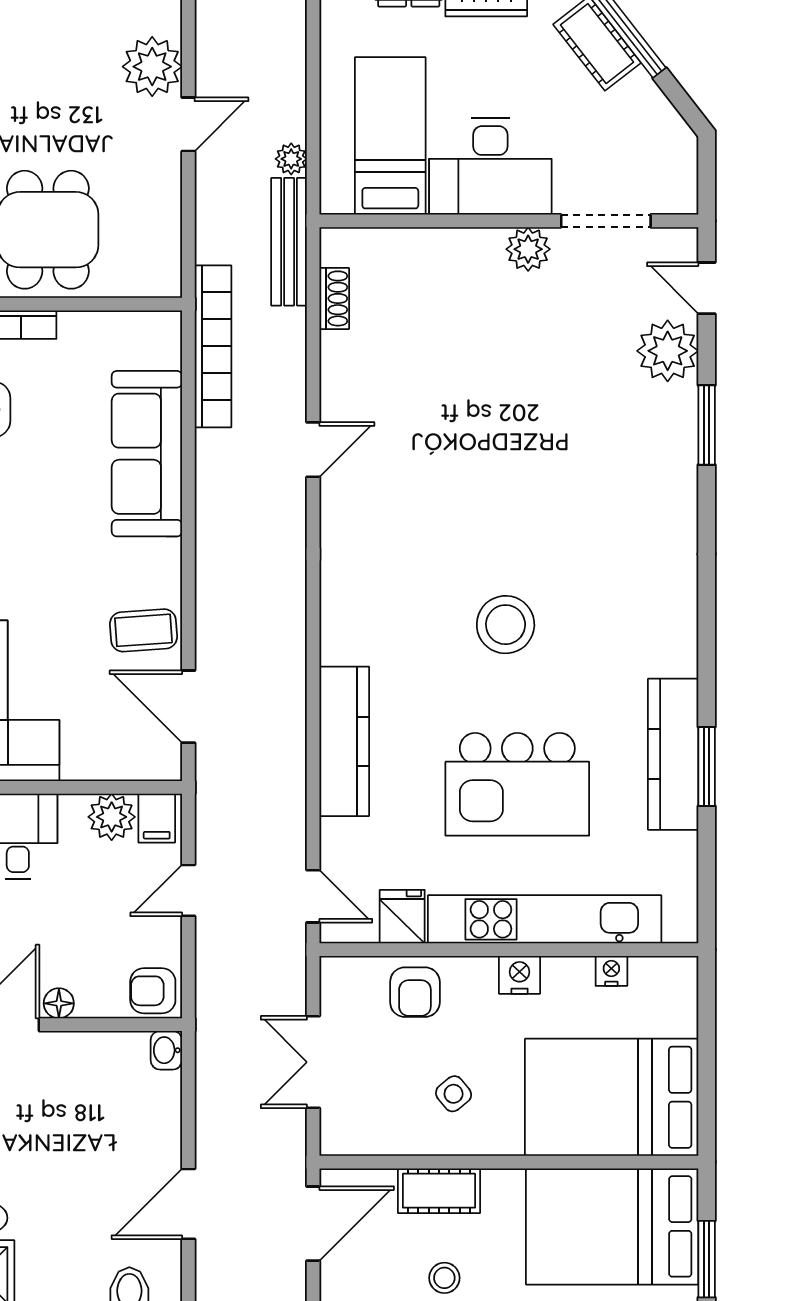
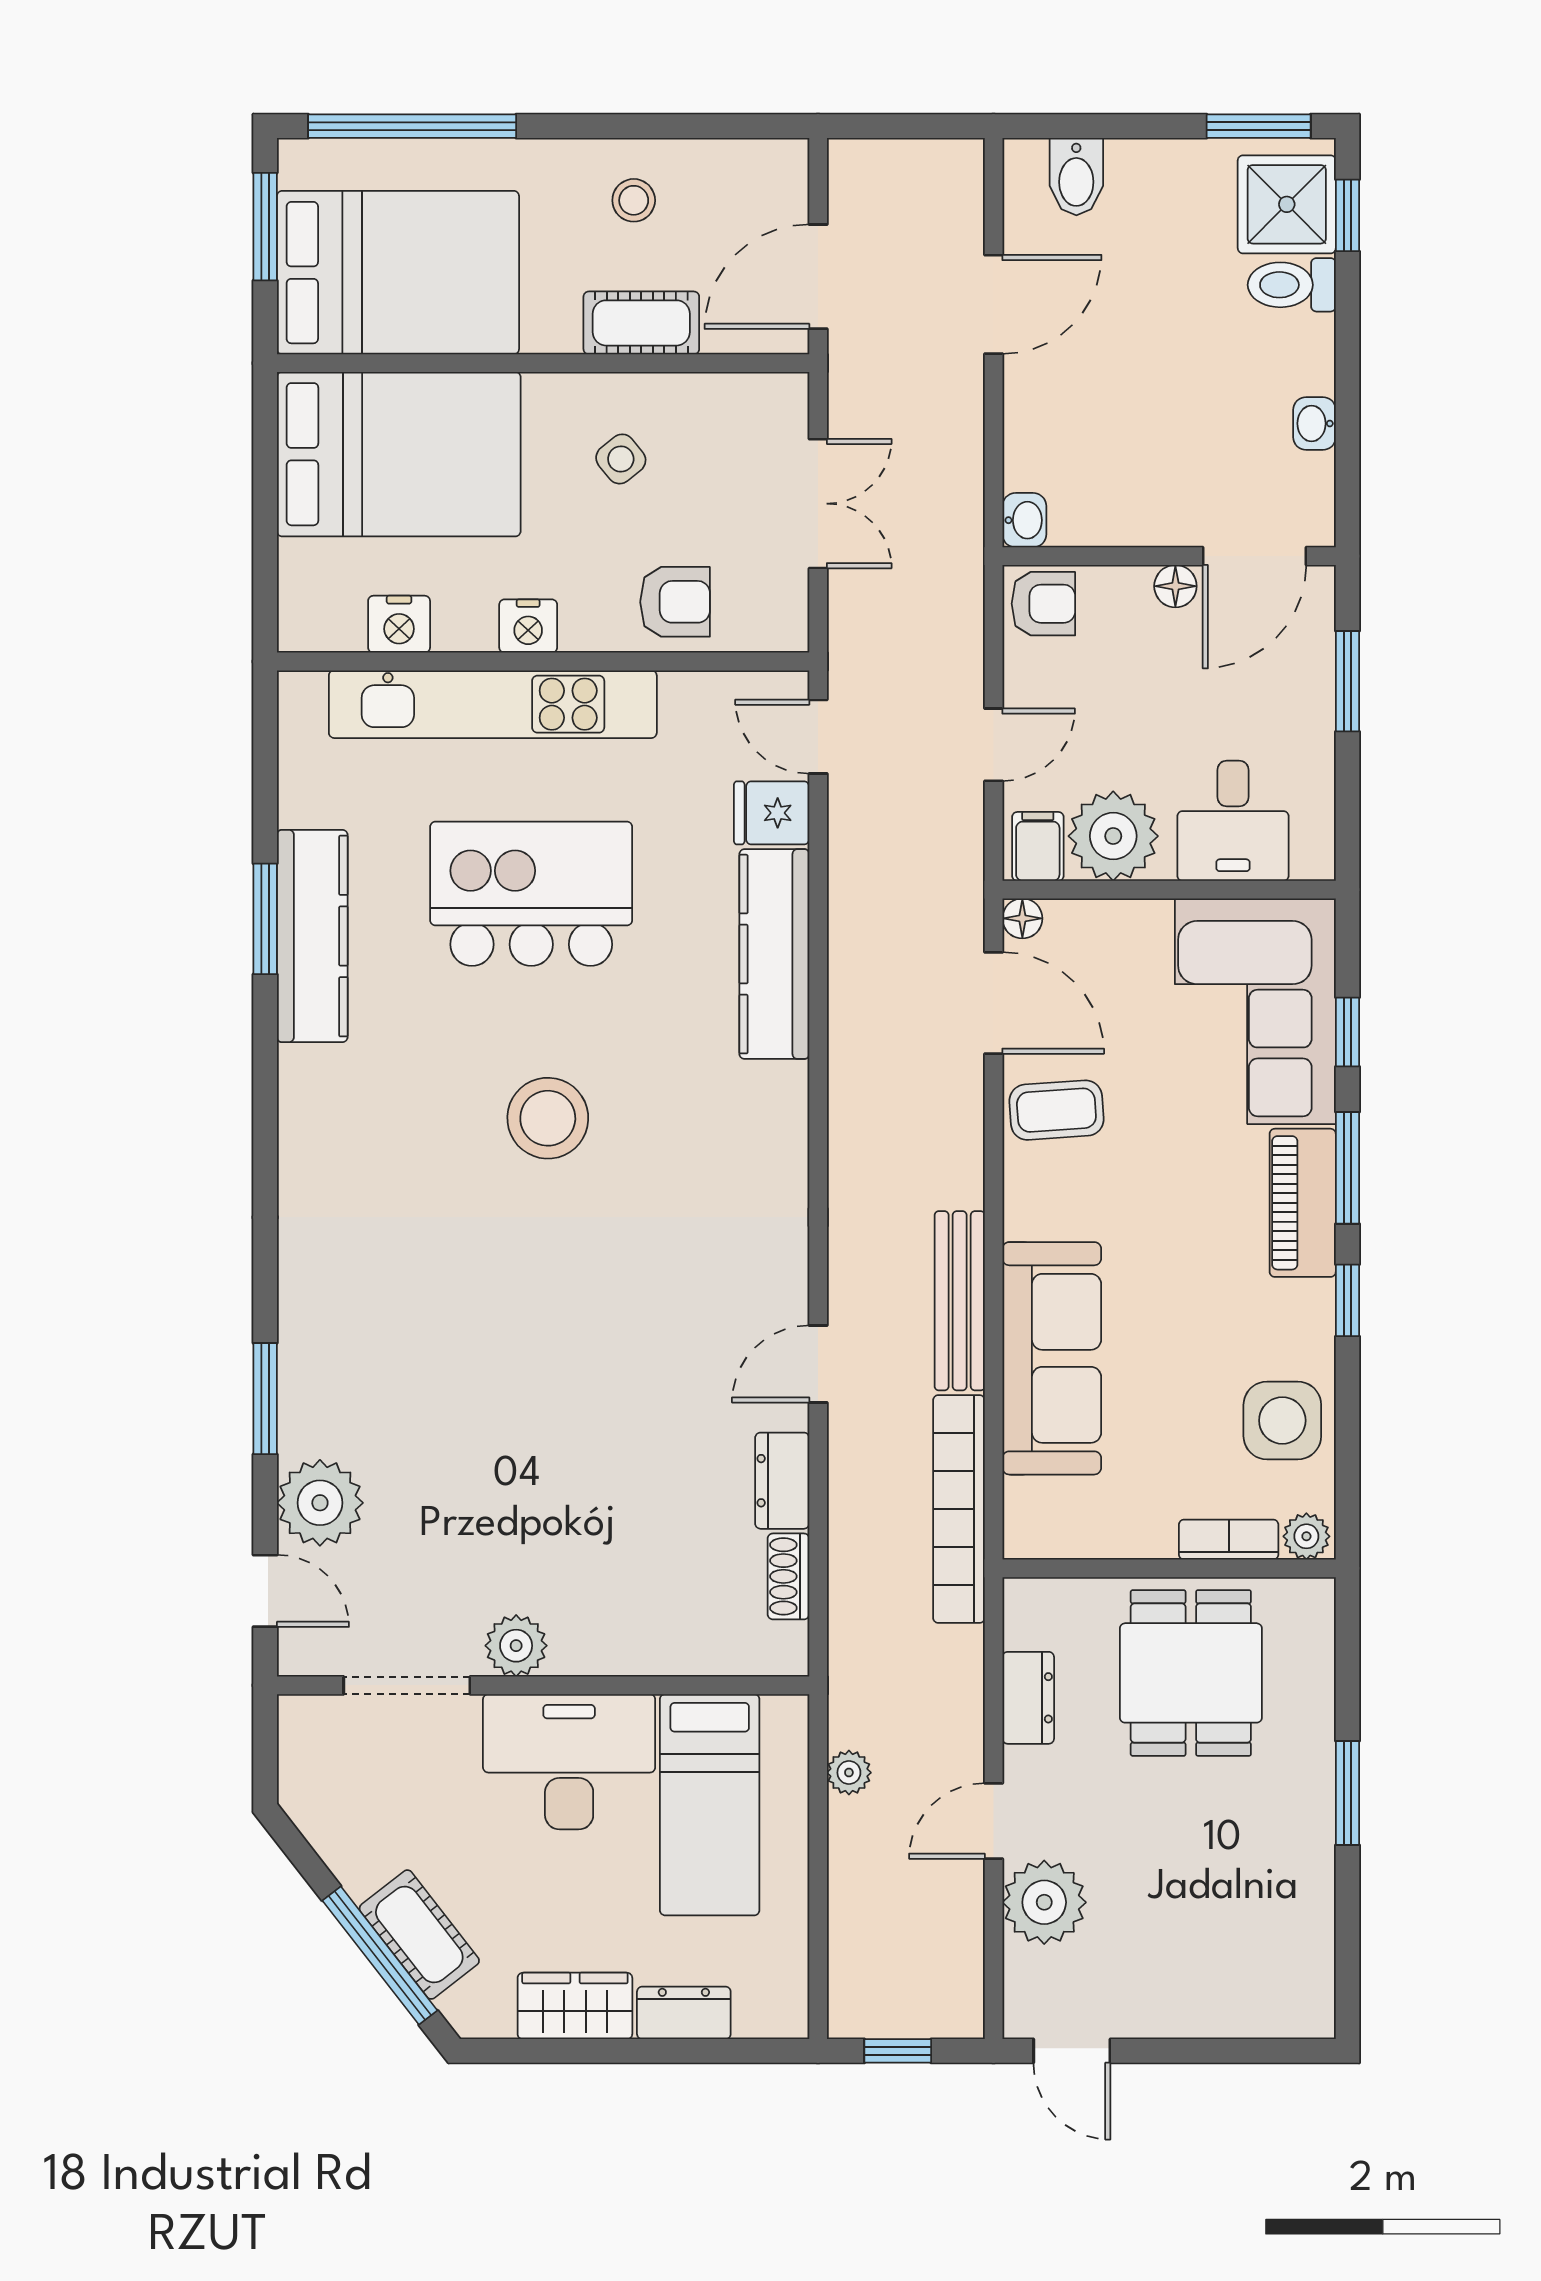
dresser: (164, 212) -> (1028, 1698), added
bench: (289, 242) -> (960, 1301), moved
dresser: (339, 367) -> (782, 1481), added
floor lamp: (168, 767) -> (1022, 918), added
plant: (112, 817) -> (1113, 836), width x1.36, depth x1.36
fridge: (402, 917) -> (772, 813), moved, turned 90
nightstand: (611, 971) -> (399, 624), width x1.39, depth x1.35
armchair: (415, 992) -> (675, 602), turned 90

